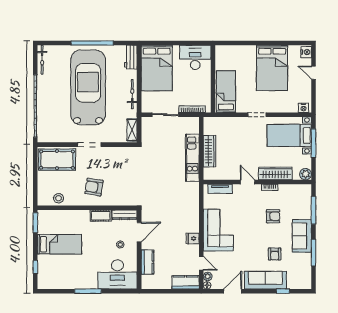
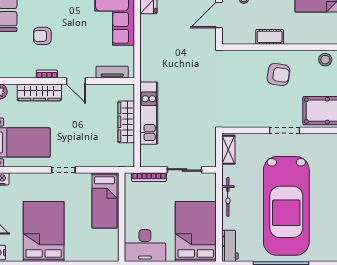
dresser: (125, 215) -> (238, 38), removed

